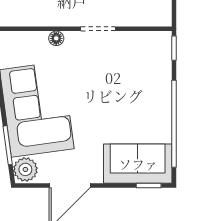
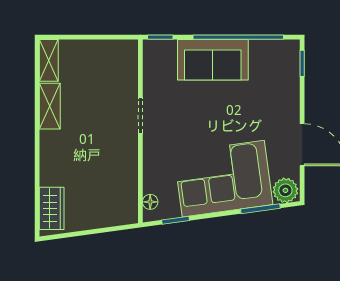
floor lamp: (56, 38) -> (150, 202), moved
sofa: (138, 164) -> (213, 60), moved, turned -90

